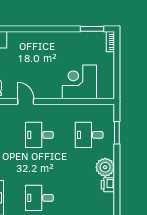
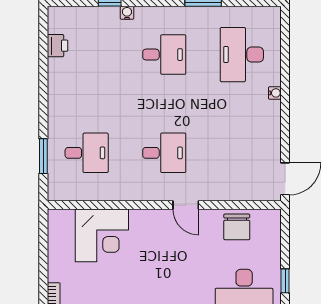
plant: (105, 167) -> (62, 102), removed
printer: (108, 185) -> (57, 46), moved

